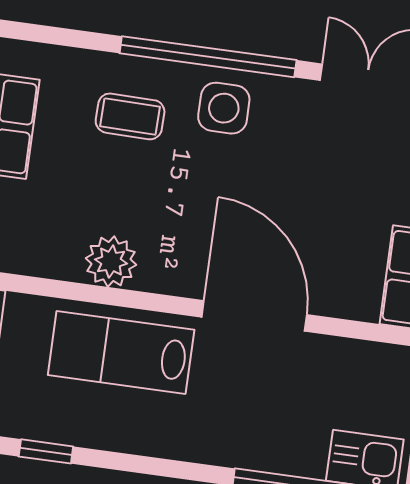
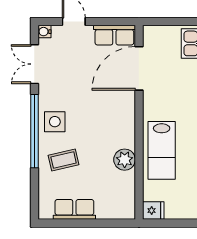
coffee table: (130, 116) -> (64, 160), turned 76
door: (254, 316) -> (139, 68), moved

